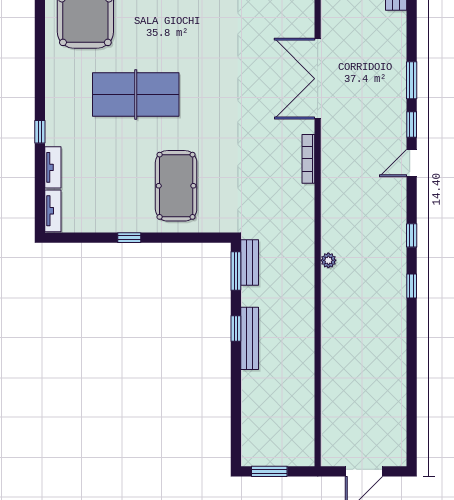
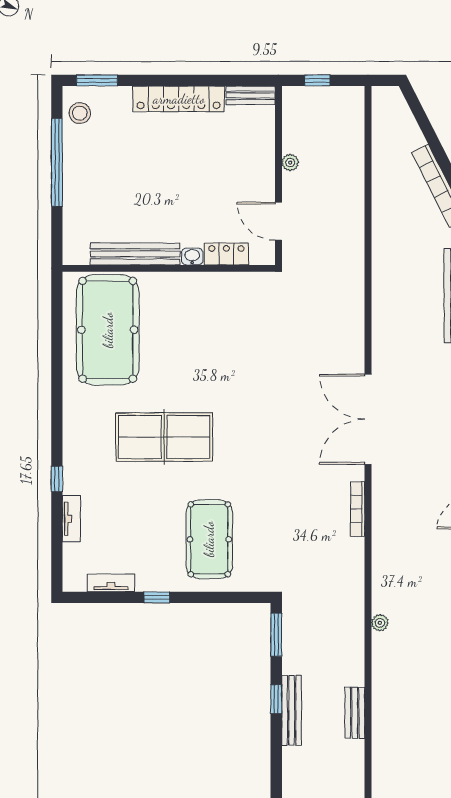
tv unit: (53, 211) -> (111, 583), moved, turned -90
bench: (250, 263) -> (355, 713), moved

